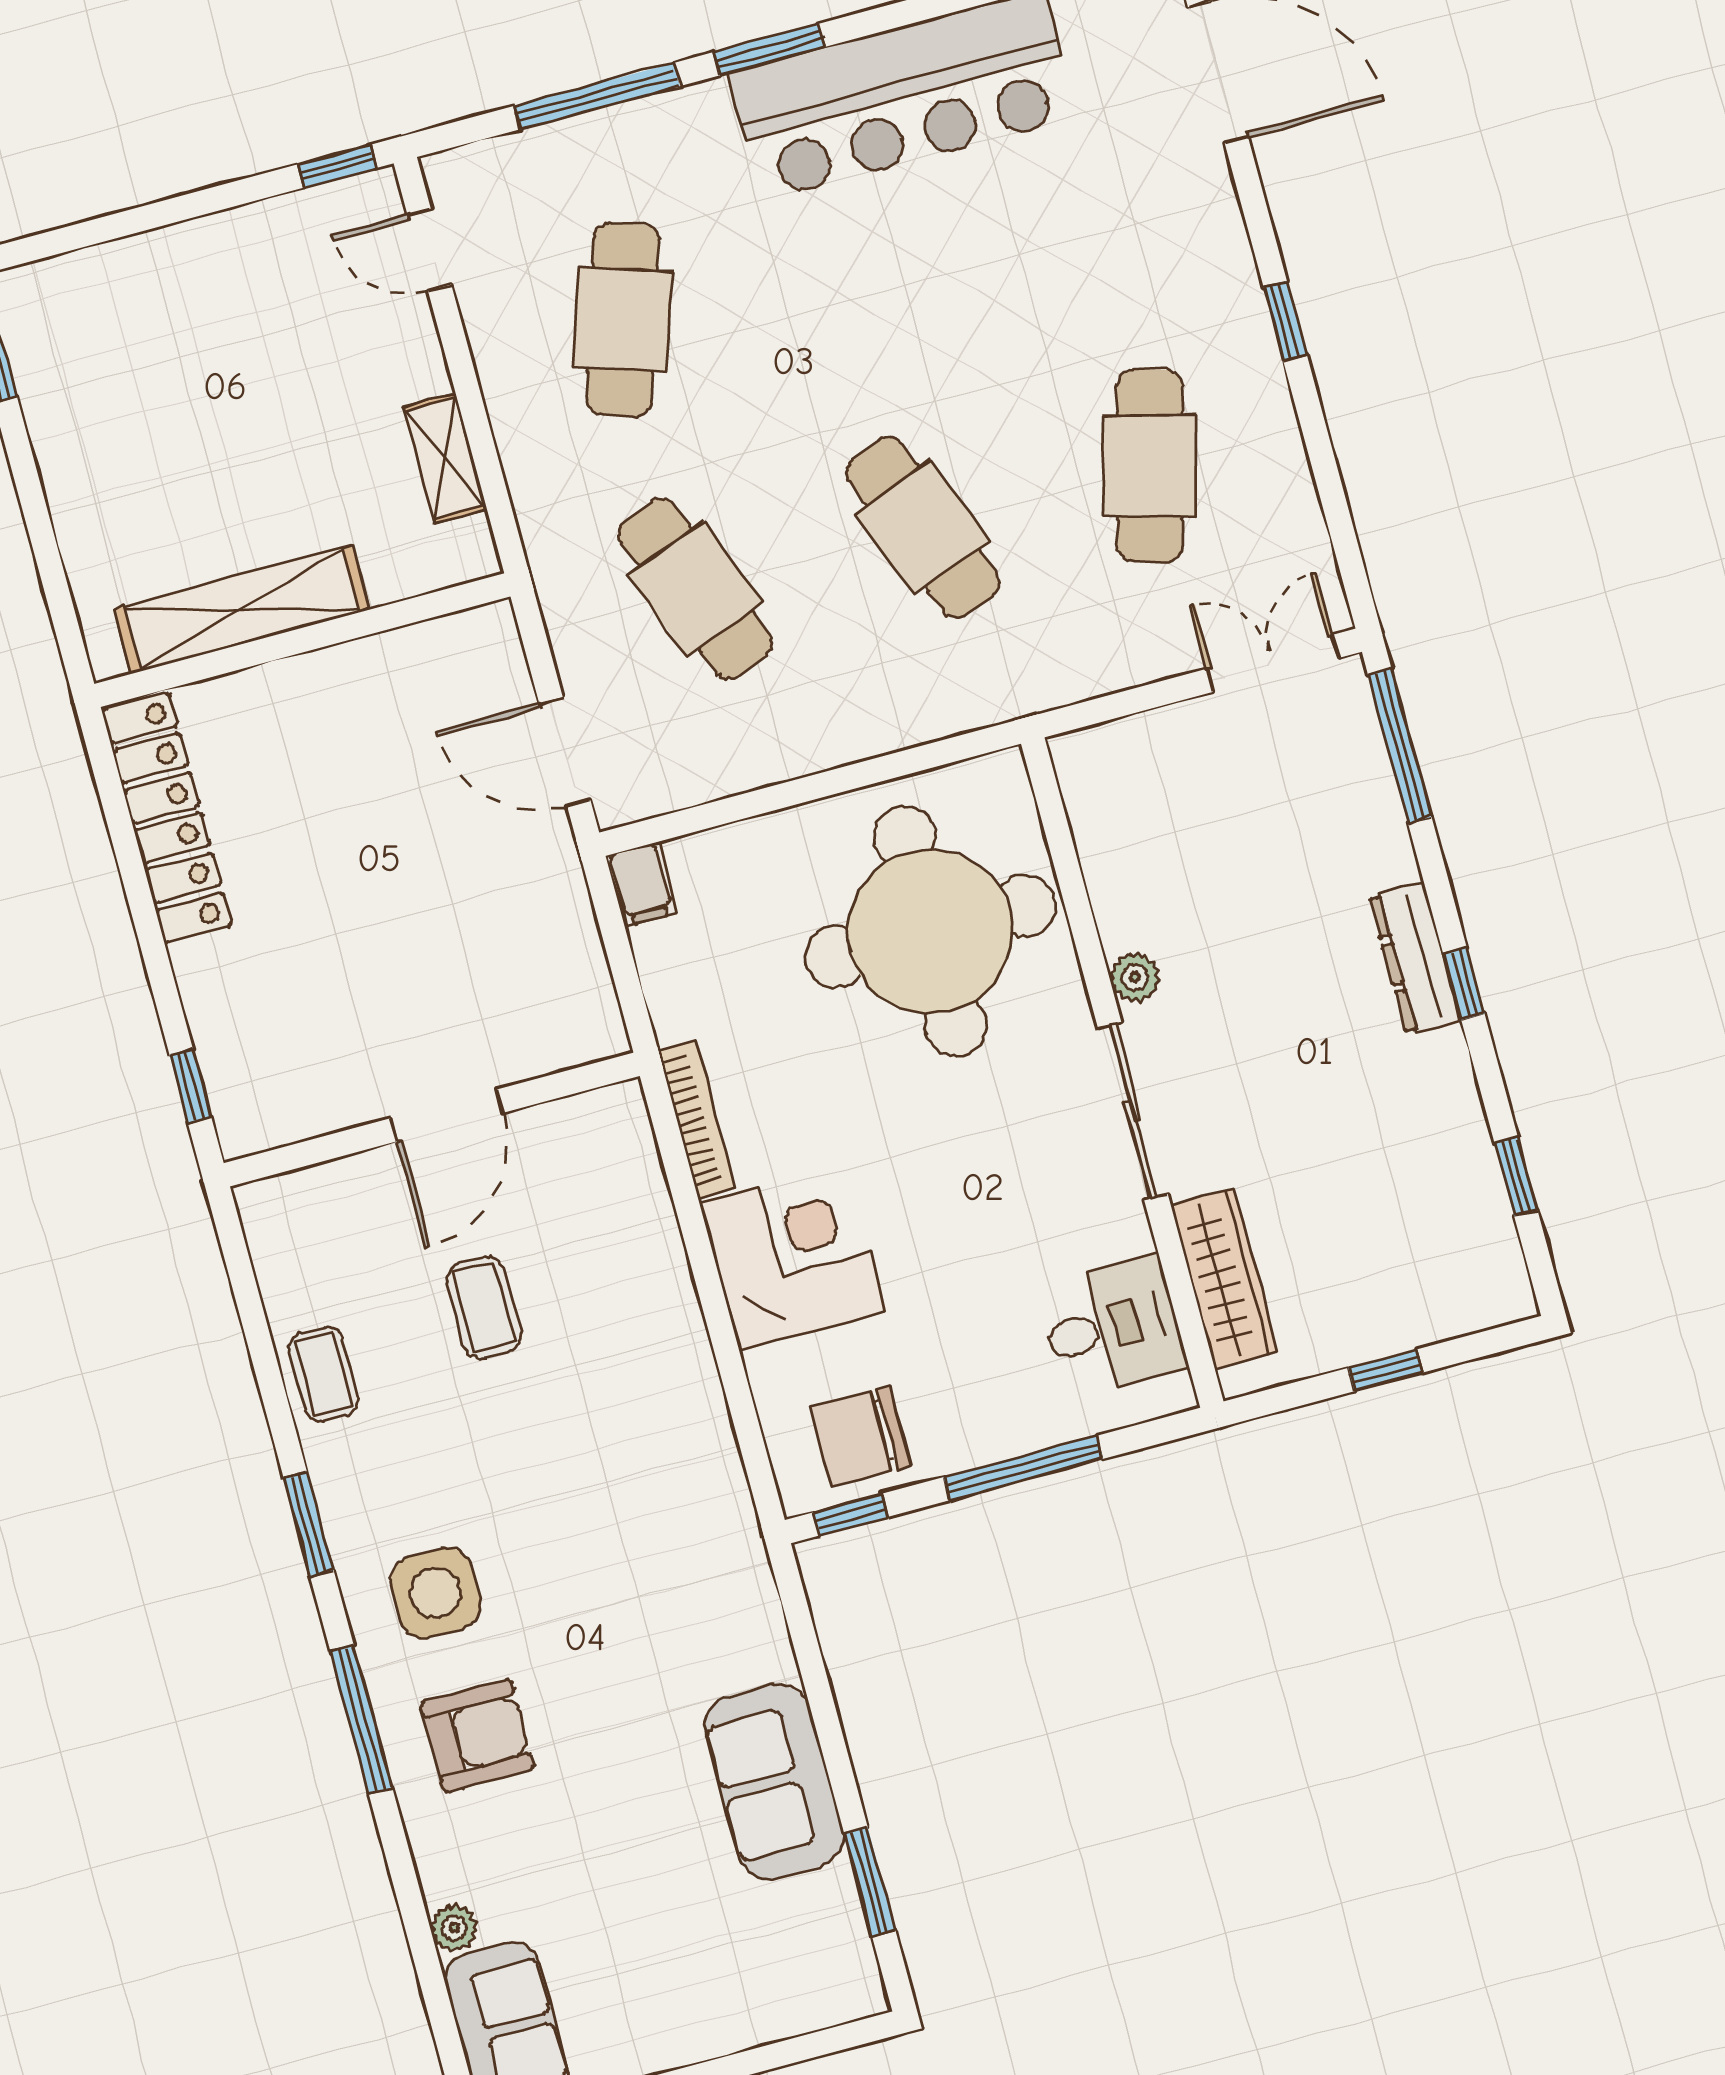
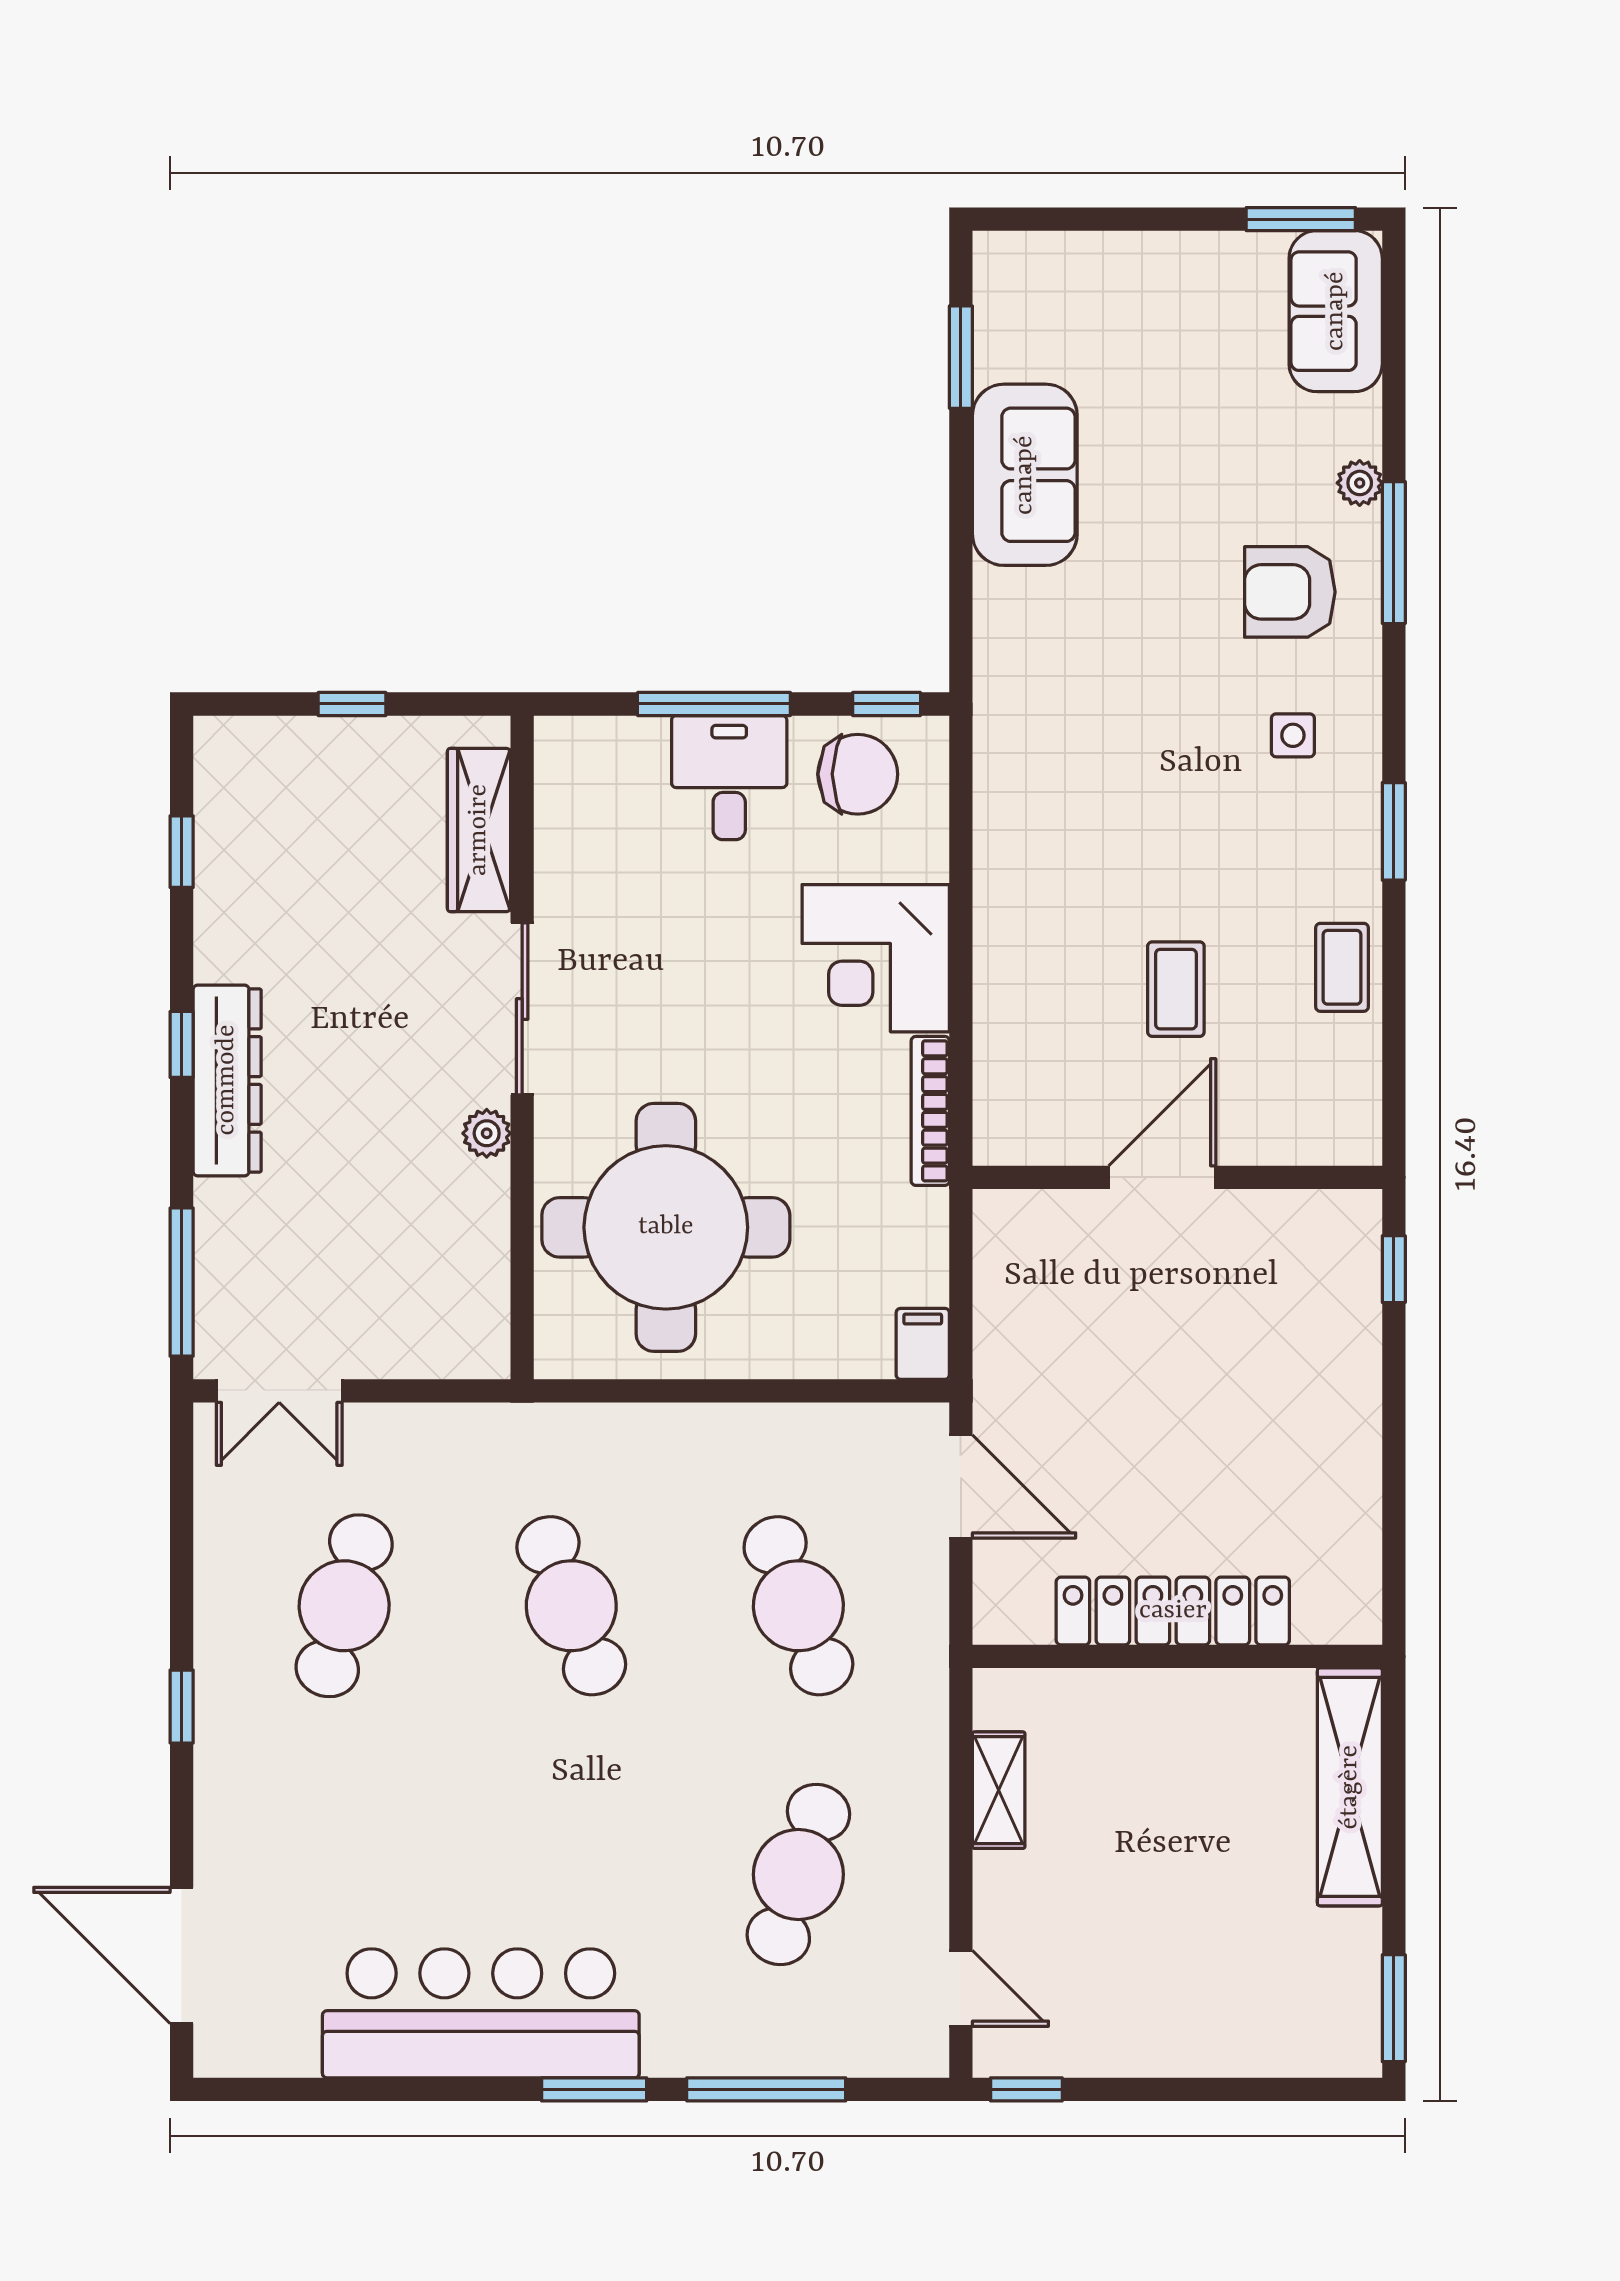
shelving: (242, 609) -> (1350, 1787), moved, turned 90
locker: (167, 818) -> (1173, 1611), moved, turned 90
dresser: (1415, 958) -> (227, 1080), width x1.37, depth x1.24
desk: (1112, 1327) -> (729, 778), moved, turned 90
side table: (436, 1593) -> (1293, 735), width x0.54, depth x0.54
window: (361, 1720) -> (1394, 553), moved
plant: (454, 1928) -> (1360, 483), moved

